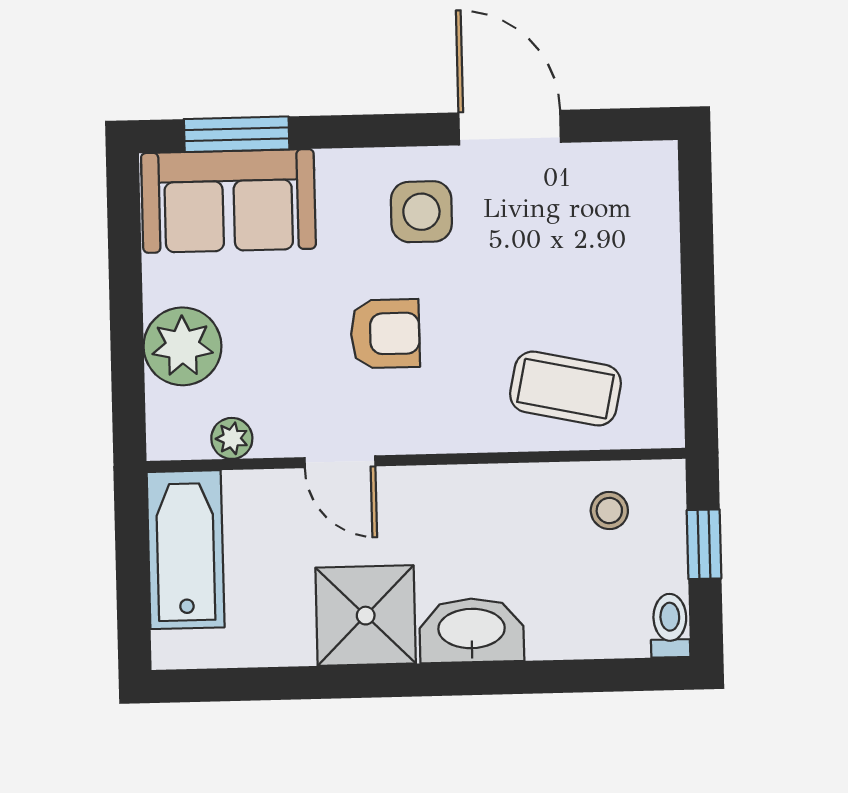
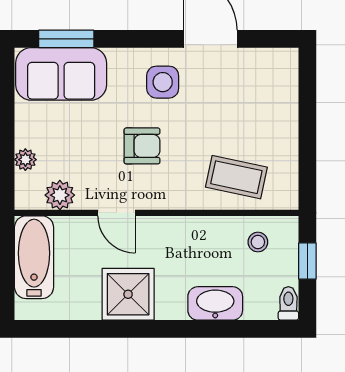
plant: (182, 346) -> (25, 160), width x0.53, depth x0.53
plant: (232, 438) -> (60, 195), width x1.38, depth x1.38
washbasin: (472, 630) -> (215, 303), moved

